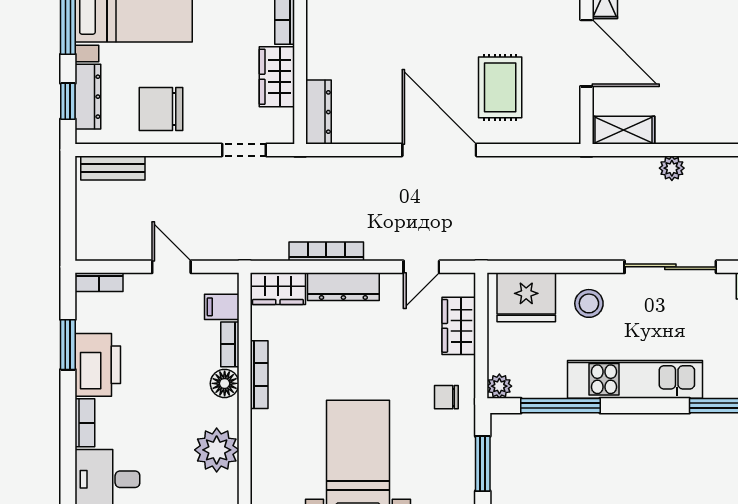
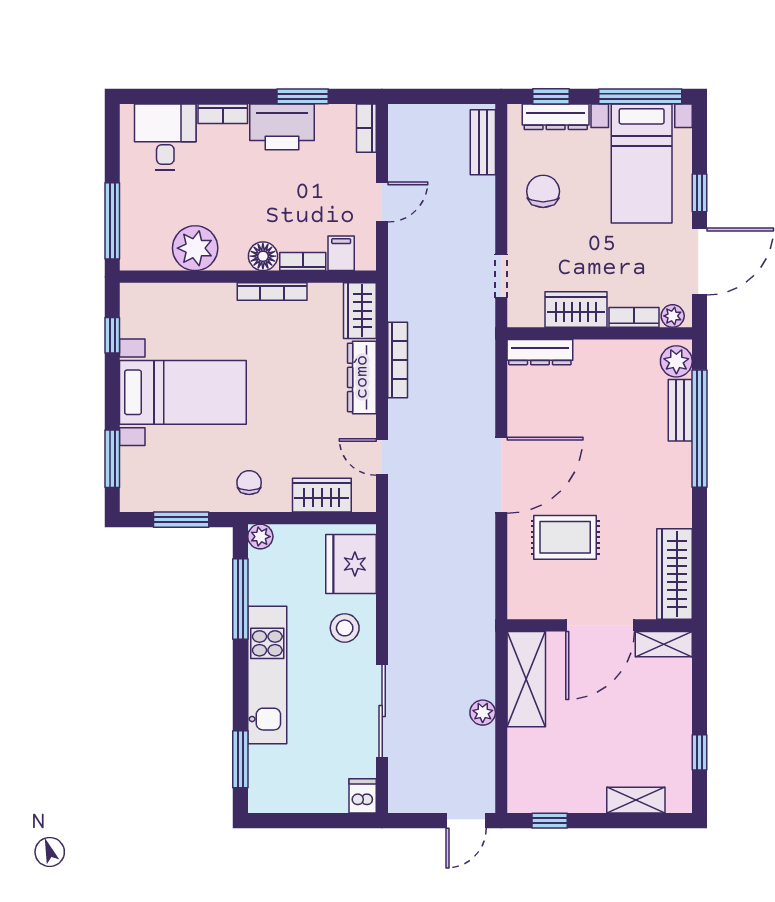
chair: (161, 109) -> (543, 191), width x0.73, depth x0.73
shelving: (623, 130) -> (526, 679), width x1.50, depth x1.33

